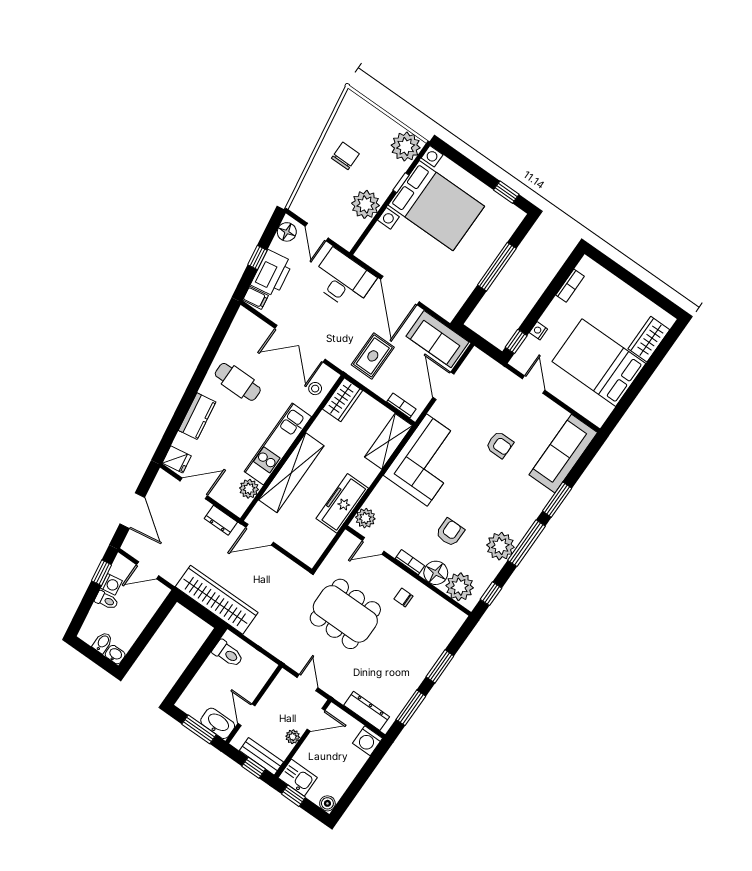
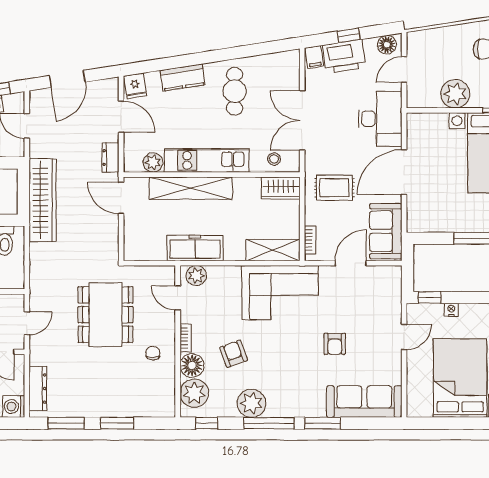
armchair: (450, 532) -> (234, 354), turned -110

